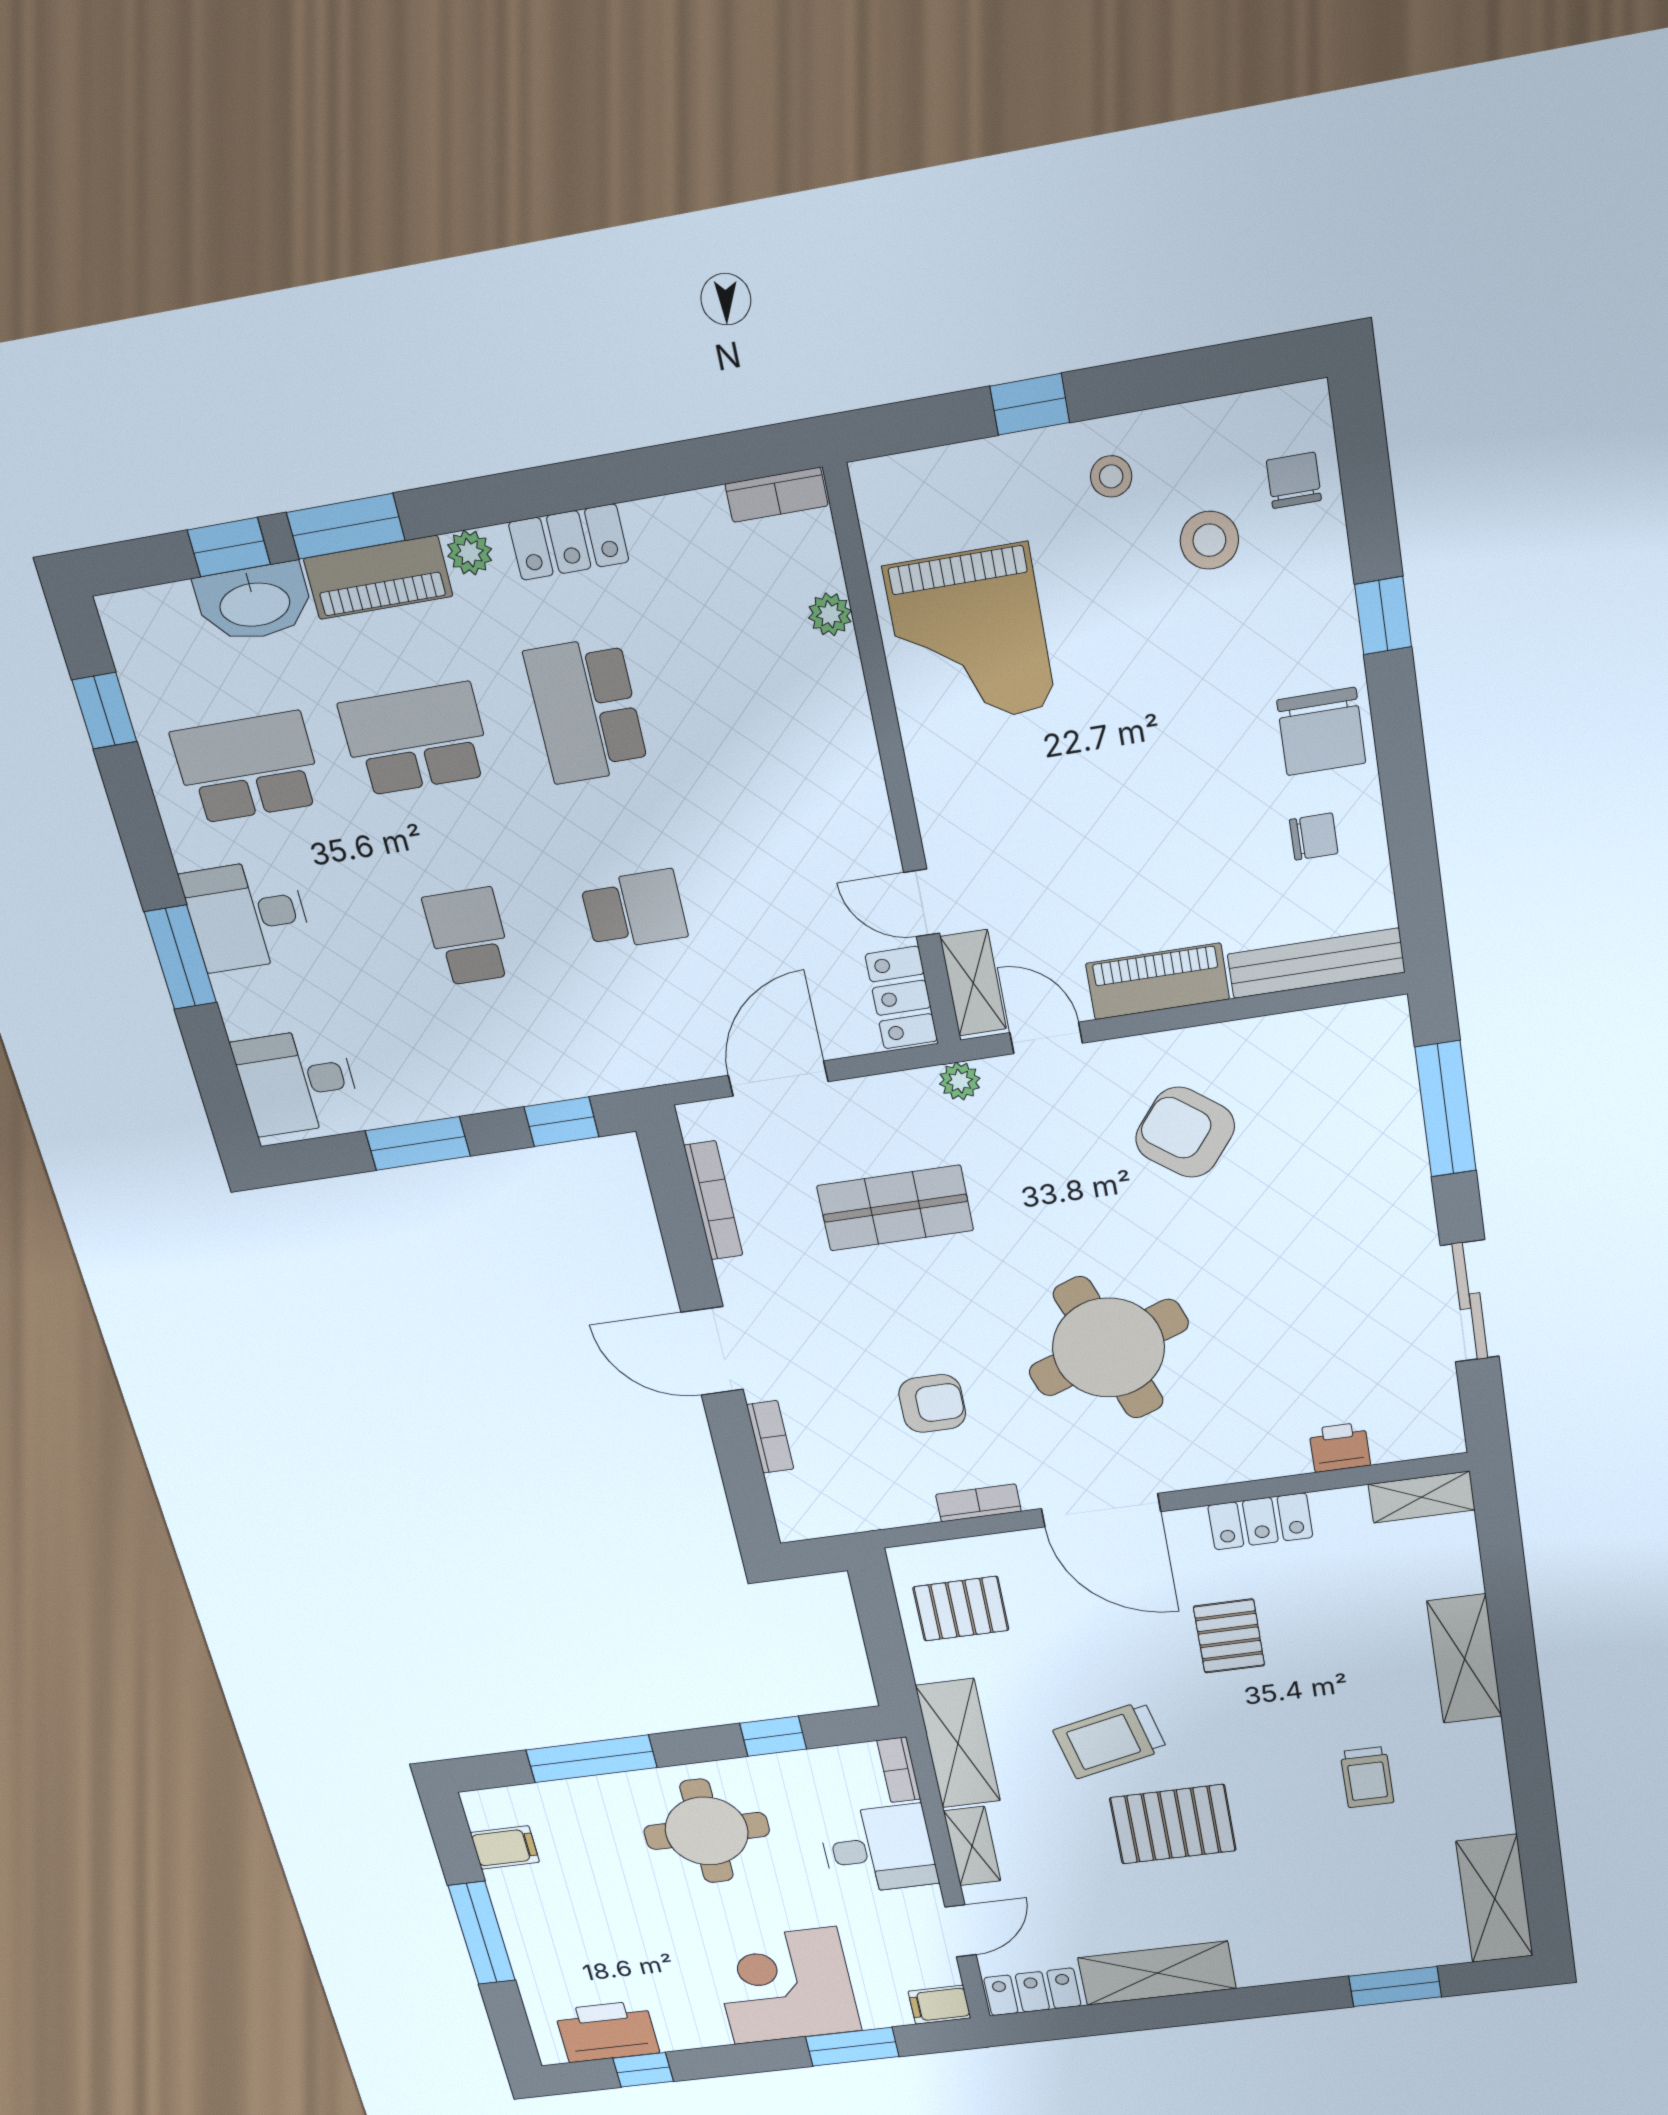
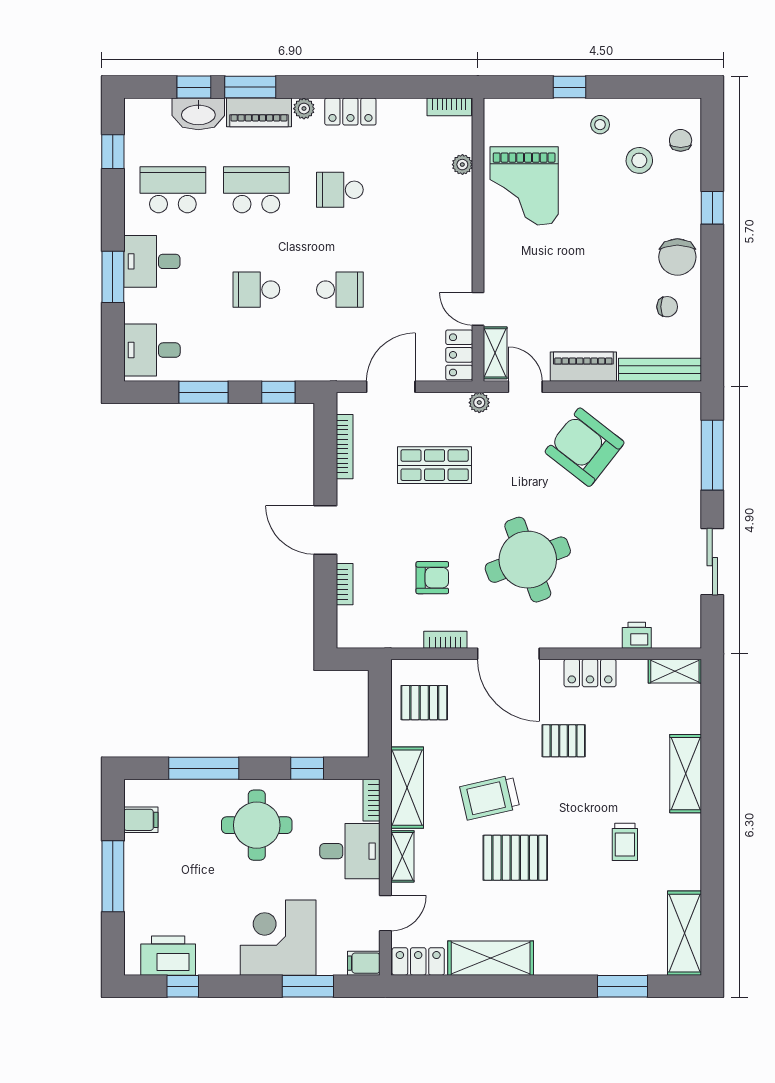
school desk: (586, 710) -> (340, 190), width x0.54
school desk: (468, 936) -> (256, 290), turned -90
armchair: (1185, 1132) -> (585, 447), width x1.36, depth x1.36
pallet: (1229, 1636) -> (564, 741), turned 90

